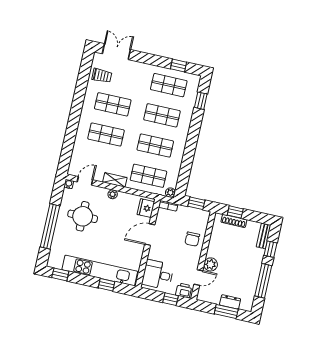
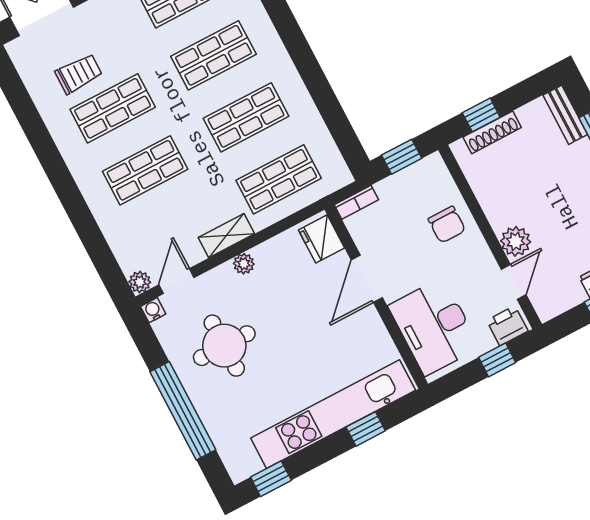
trolley: (102, 76) -> (79, 74), moved
plant: (170, 193) -> (140, 282), moved
desk: (158, 275) -> (434, 327), width x1.37

